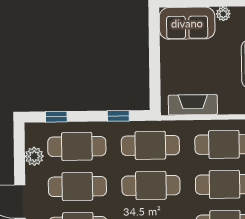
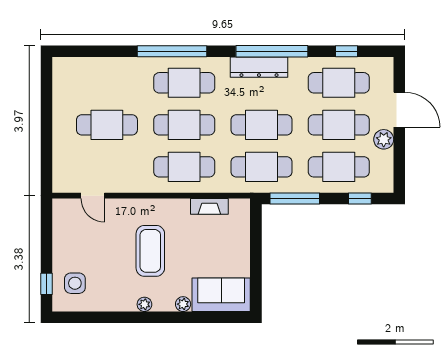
fireplace: (193, 105) -> (209, 206), width x0.73, depth x0.76
window: (118, 116) -> (295, 198), width x2.17
plant: (34, 156) -> (384, 139), moved

